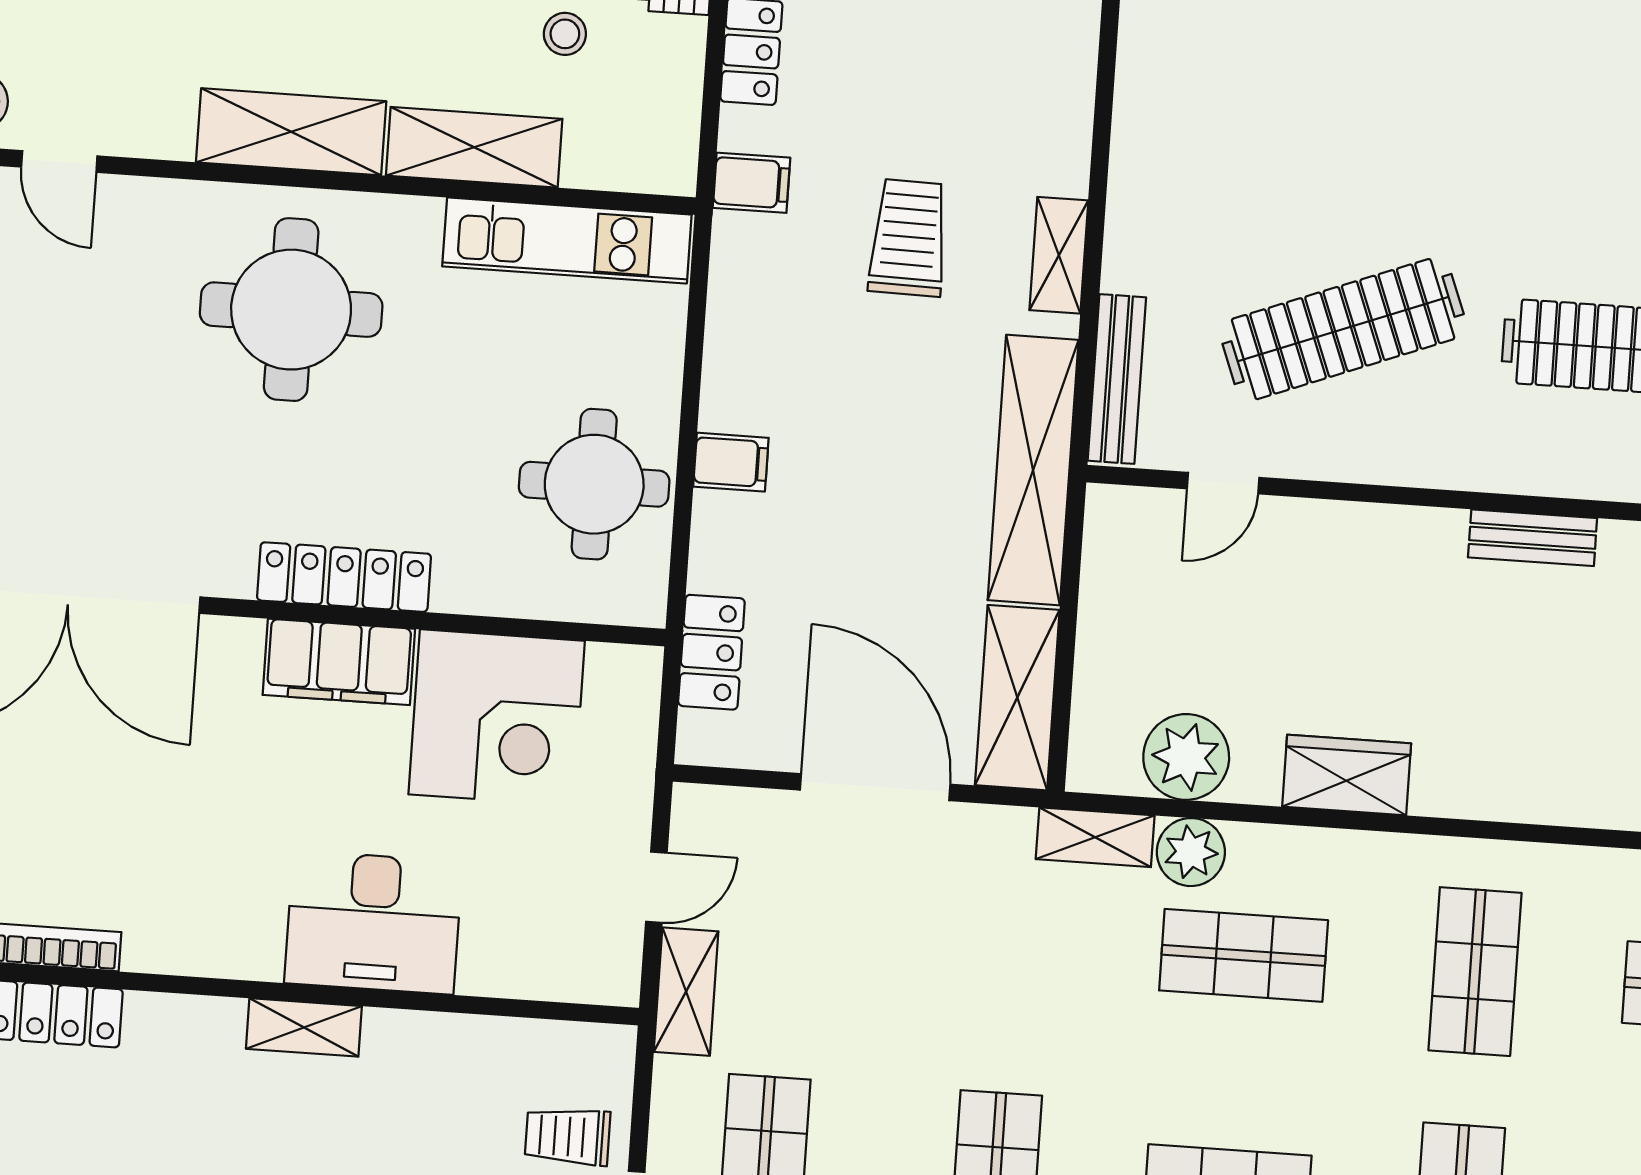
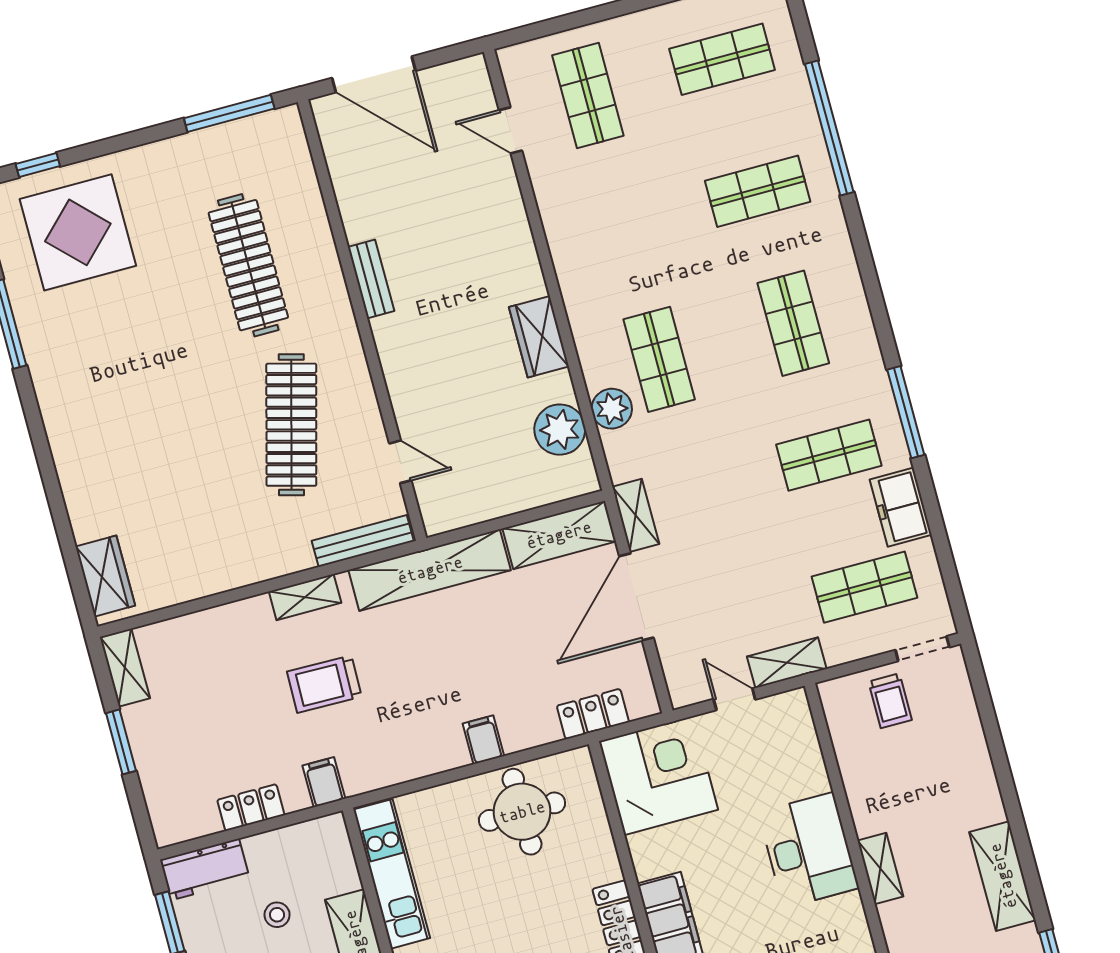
clothes rail: (1343, 329) -> (291, 425), turned 36
corner desk: (497, 718) -> (658, 776), moved
shelving: (1095, 837) -> (636, 515), moved
shop shelf: (1475, 972) -> (624, 227), removed

